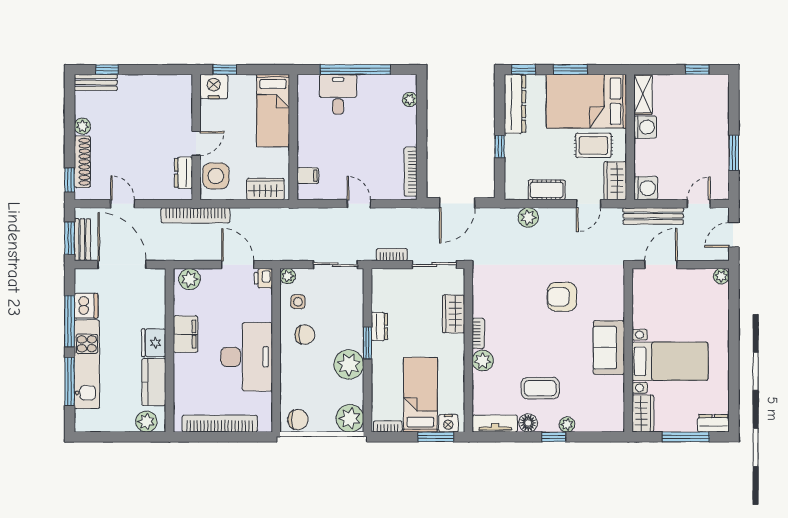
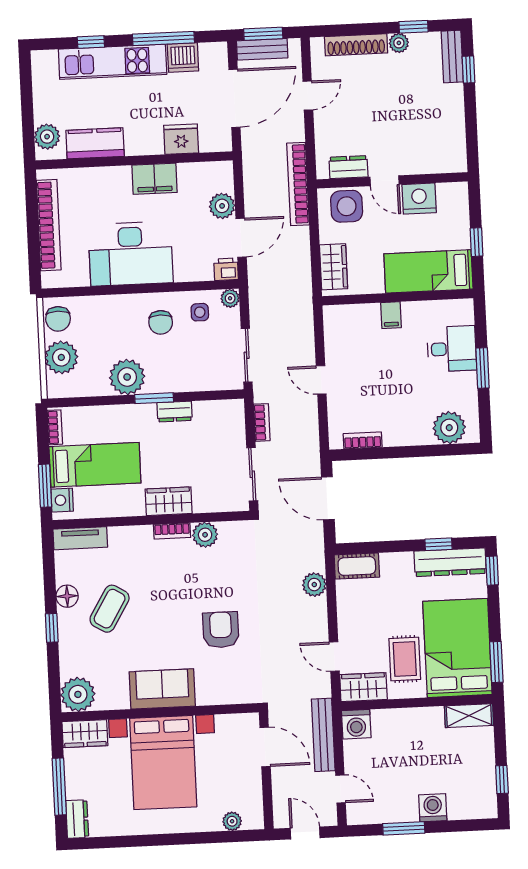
window: (225, 70) -> (477, 242), moved
window: (355, 70) -> (482, 368), width x0.47
window: (570, 70) -> (496, 662), moved
nightstand: (214, 87) -> (419, 199), moved, turned -90
plant: (410, 99) -> (449, 428), width x1.88, depth x1.88
washing machine: (645, 127) -> (433, 808), moved, turned 180
window: (500, 146) -> (439, 544), moved
bookcase: (411, 172) -> (363, 440), width x0.64
filing cabinet: (308, 176) -> (391, 315), moved
window: (70, 180) -> (413, 27), moved
cot: (547, 190) -> (357, 566), moved, turned 90
door: (359, 204) -> (321, 380), swing flipped
plant: (721, 276) -> (232, 821), moved
plant: (190, 279) -> (222, 206), moved
wardrobe: (453, 314) -> (169, 501), moved
fridge: (154, 343) -> (181, 139), moved
plant: (483, 361) -> (205, 535), moved
bed with nightstands: (670, 361) -> (163, 763), width x1.36
window: (70, 381) -> (91, 42), width x0.46
coffee table: (540, 388) -> (110, 609), turned 31
plant: (350, 418) -> (61, 357), moved
tv unit: (495, 424) -> (80, 538), moved, turned 90
plant: (567, 424) -> (78, 694), moved, width x1.88, depth x1.88

